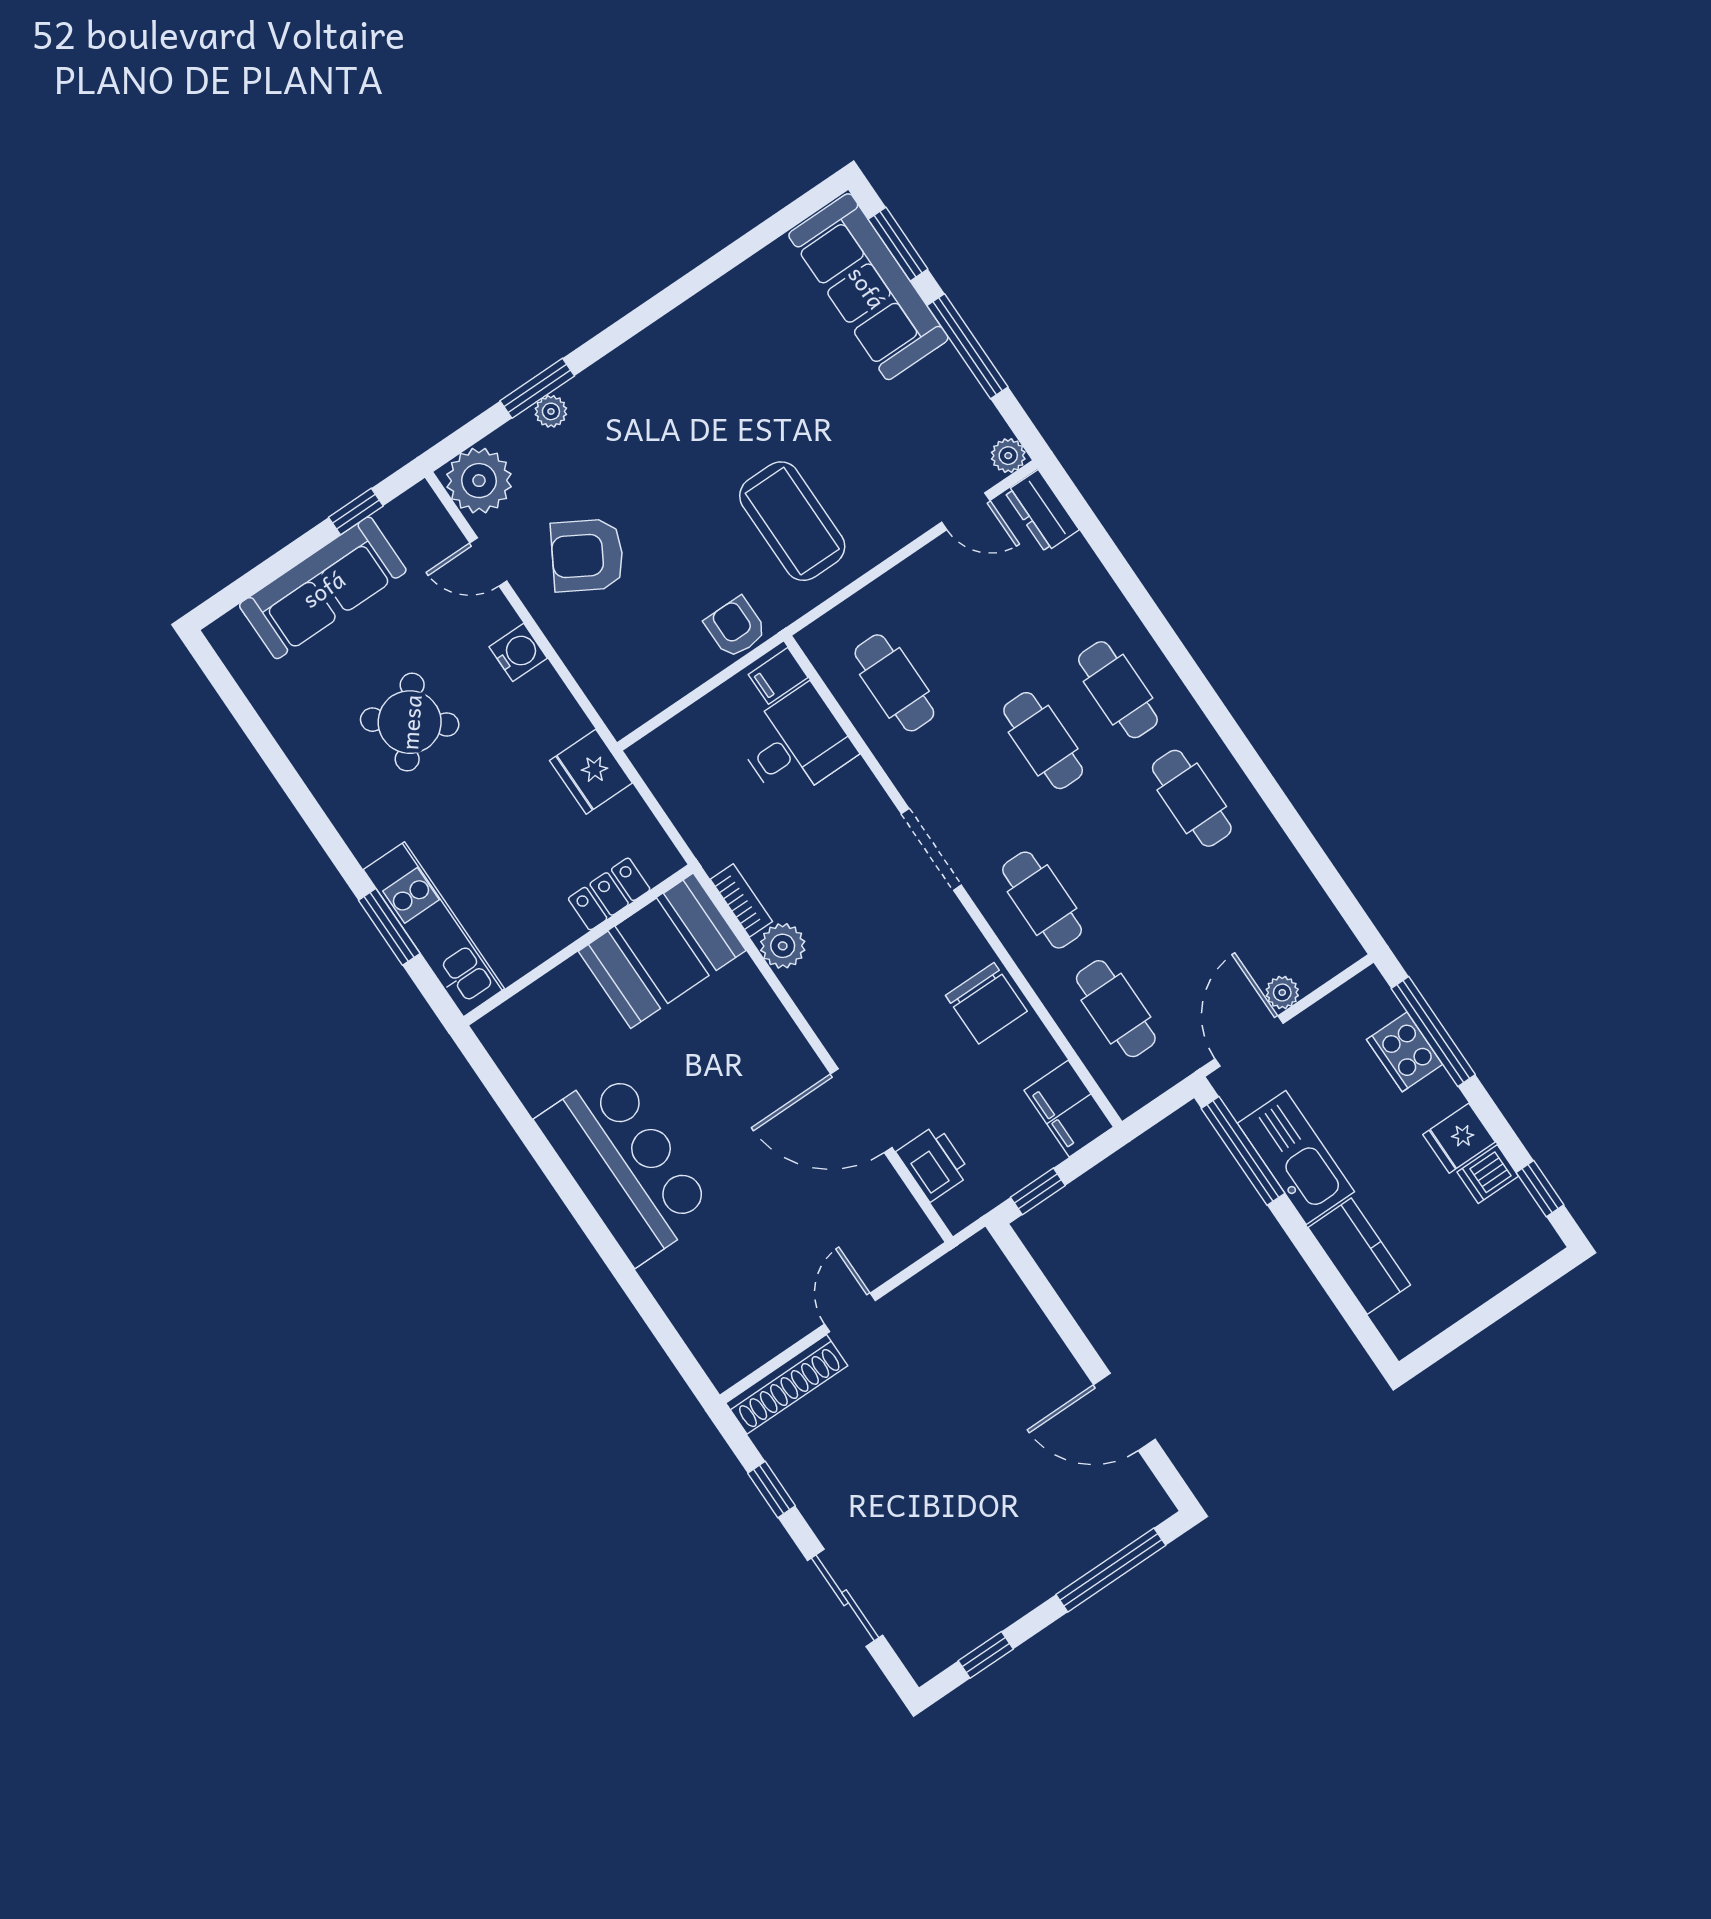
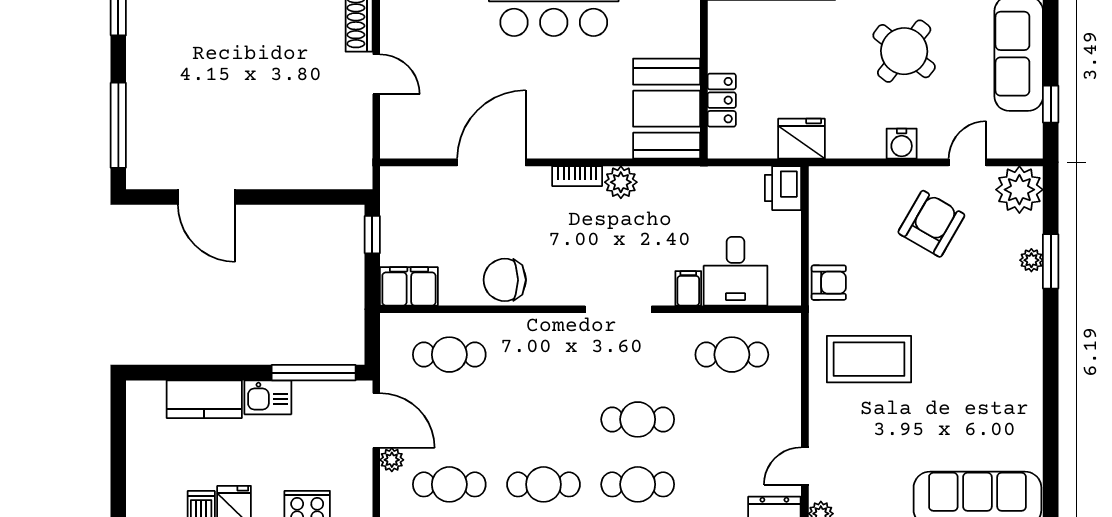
filing cabinet: (778, 676) -> (688, 288), moved
bookcase: (741, 900) -> (577, 176), moved
cafe table: (1042, 900) -> (449, 484), moved
kitchen sink: (1296, 1158) -> (268, 397), width x0.53, depth x0.81
printer: (934, 1163) -> (783, 188), moved, turned 90
door: (1124, 1412) -> (207, 197), swing flipped

